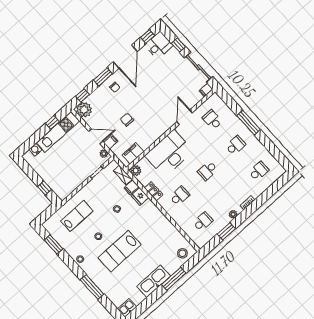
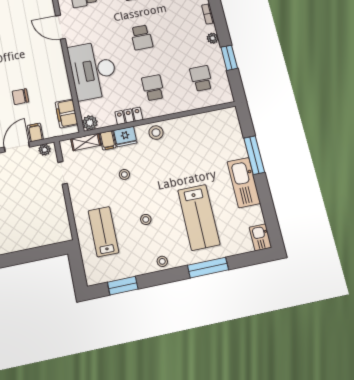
window: (44, 188) -> (42, 253), removed
lab bench: (120, 251) -> (199, 217), moved
stool: (182, 253) -> (156, 133), moved

